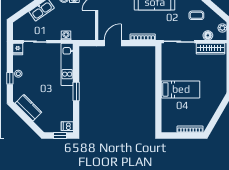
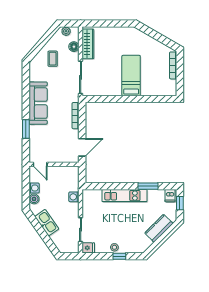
door: (113, 43) -> (82, 147), swing flipped
kitchen unit: (67, 64) -> (125, 196), moved
window: (76, 91) -> (148, 186), moved
kitchen counter: (28, 108) -> (159, 228), moved

